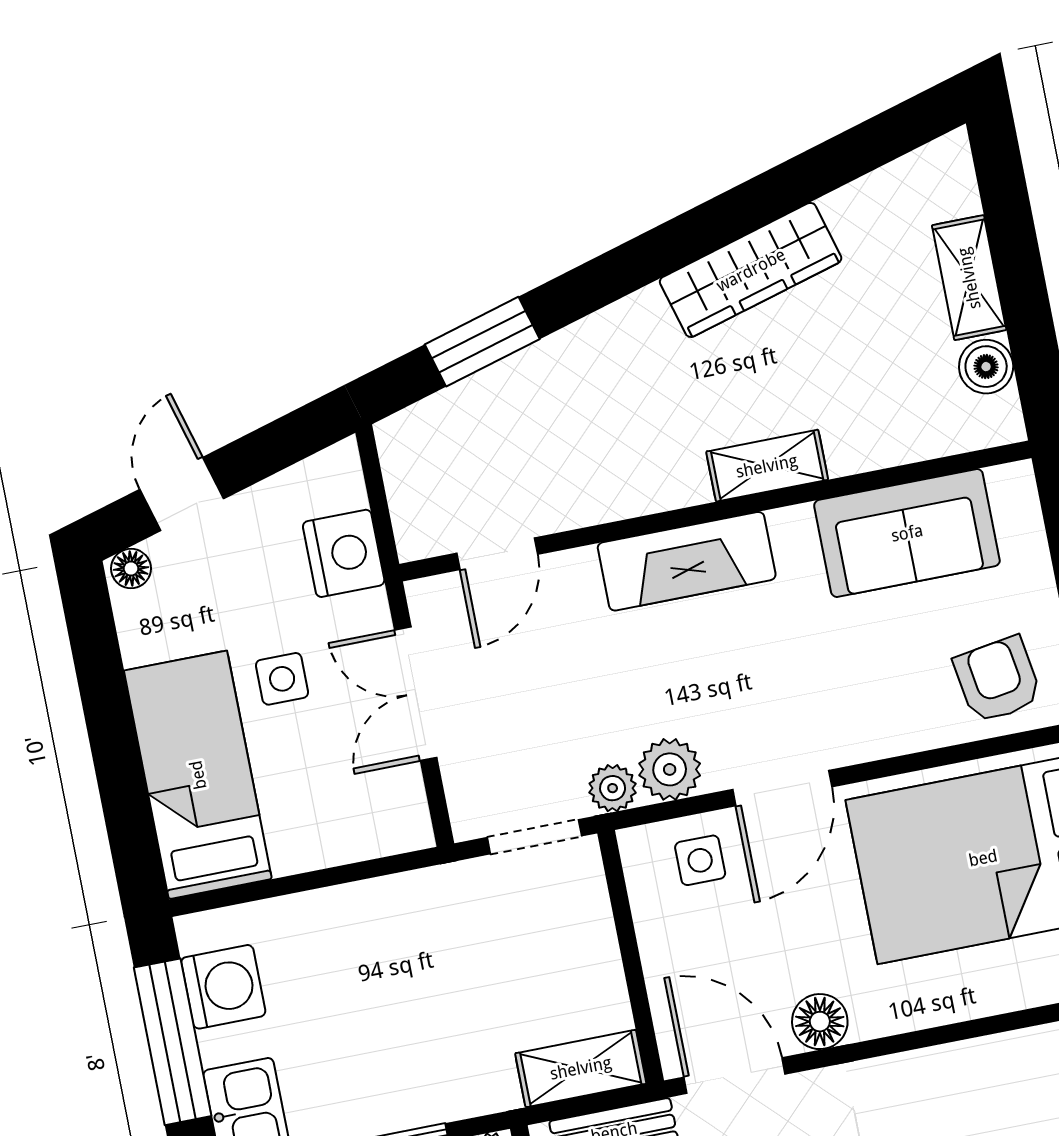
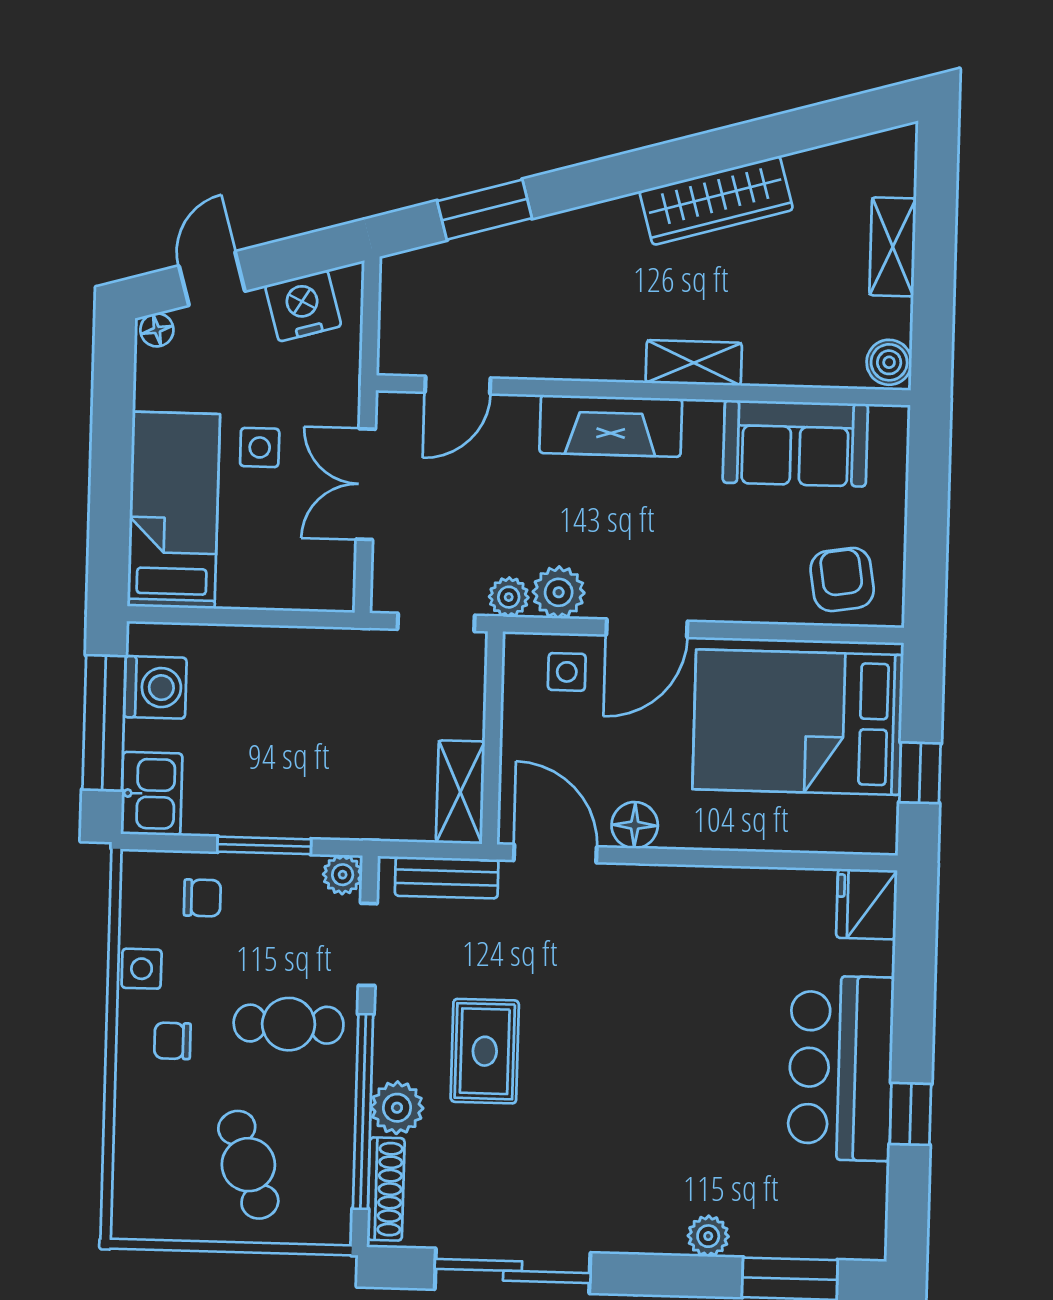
boiler: (986, 367) -> (889, 362), moved
nightstand: (344, 553) -> (303, 306), moved, turned -106
shelving: (581, 1068) -> (460, 792), moved, turned 90

